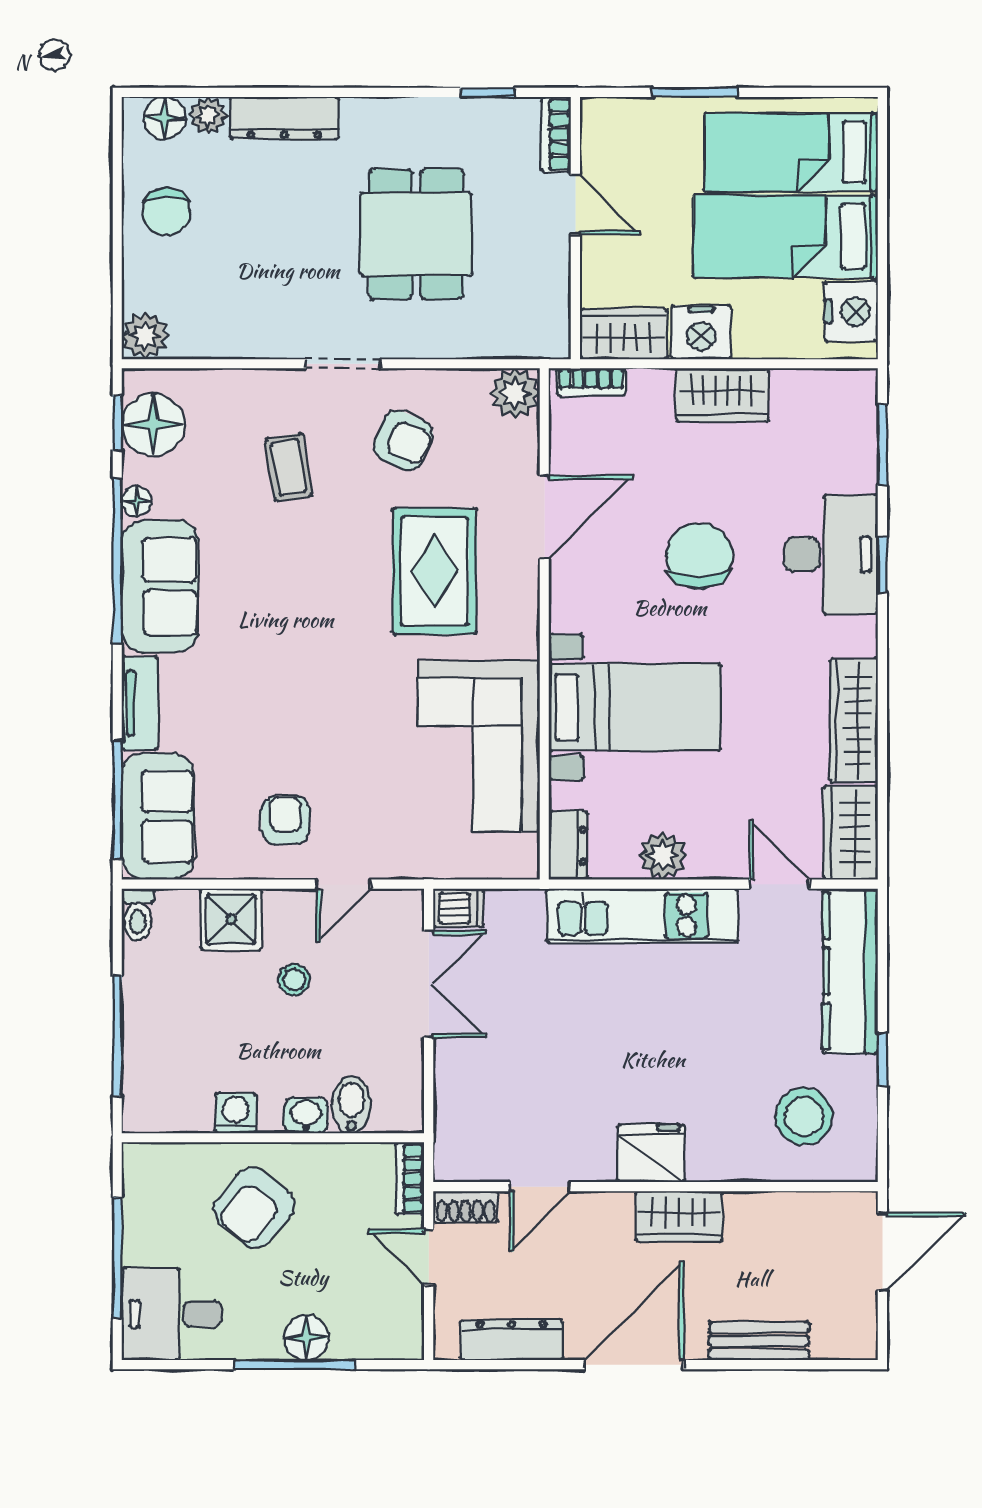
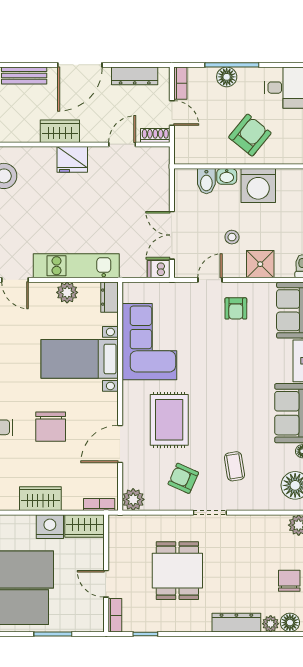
washing machine: (236, 1113) -> (258, 186), width x1.89, depth x1.89
bookcase: (410, 1179) -> (180, 83), moved

